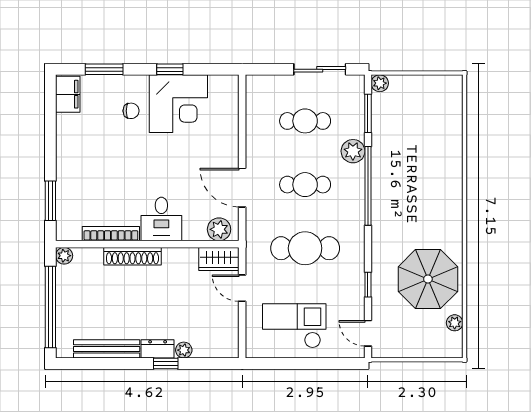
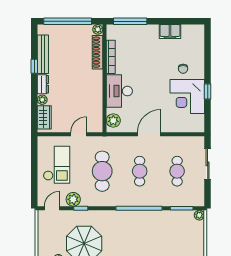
window: (104, 69) -> (208, 53), removed
sliding door: (320, 69) -> (208, 164), moved
filing cabinet: (68, 94) -> (170, 31), moved
plant: (353, 151) -> (73, 199), moved
door: (242, 188) -> (149, 134), moved
window: (50, 201) -> (130, 21), width x1.44
desk: (161, 219) -> (119, 91), width x1.37
shoe rack: (132, 256) -> (97, 52), moved
wardrobe: (219, 259) -> (44, 117), moved, turned 180
window: (166, 363) -> (34, 66), moved

